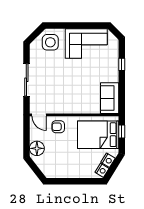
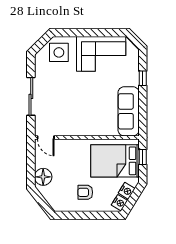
sofa: (110, 98) -> (129, 111), width x1.36
armchair: (58, 127) -> (85, 192), moved

